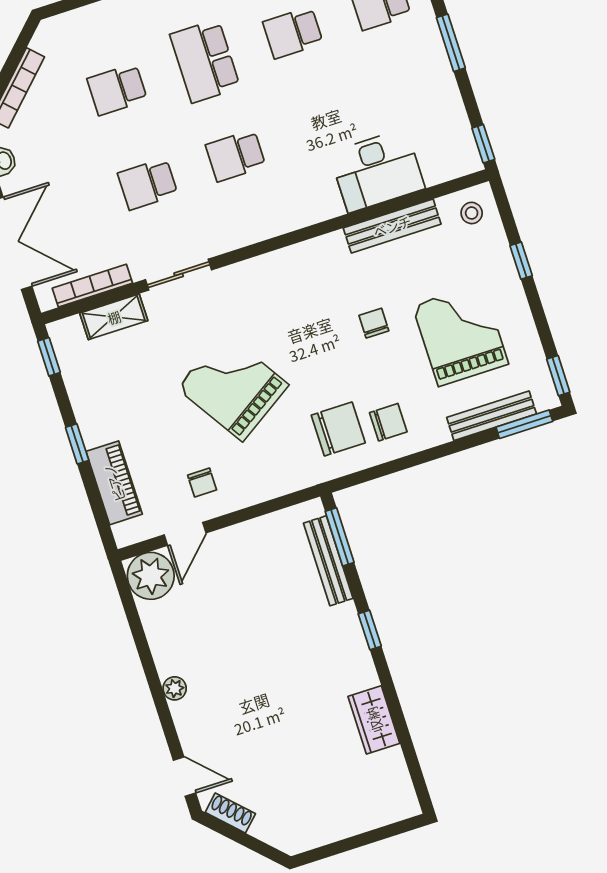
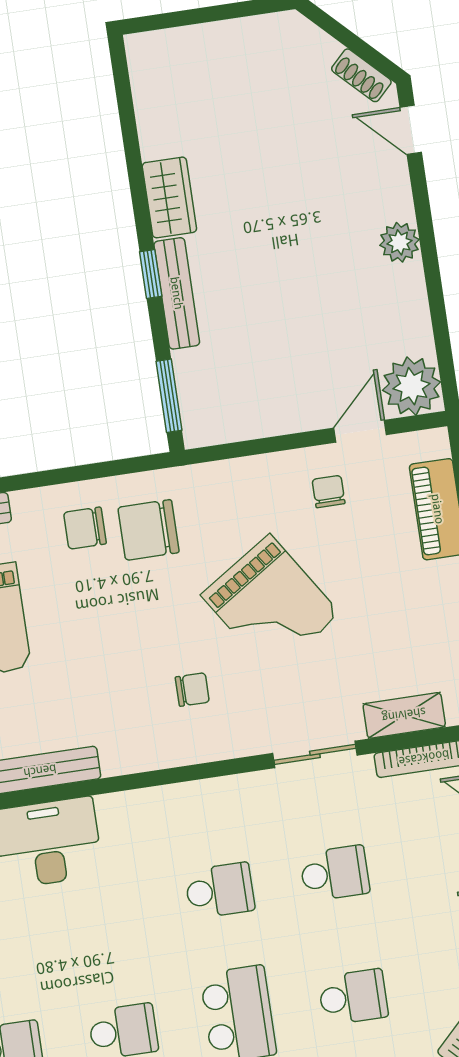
chair: (374, 323) -> (192, 690), moved, turned -90
bench: (328, 561) -> (177, 293), moved
plant: (175, 688) -> (399, 242), width x1.38, depth x1.38
wardrobe: (374, 720) -> (169, 197), moved

